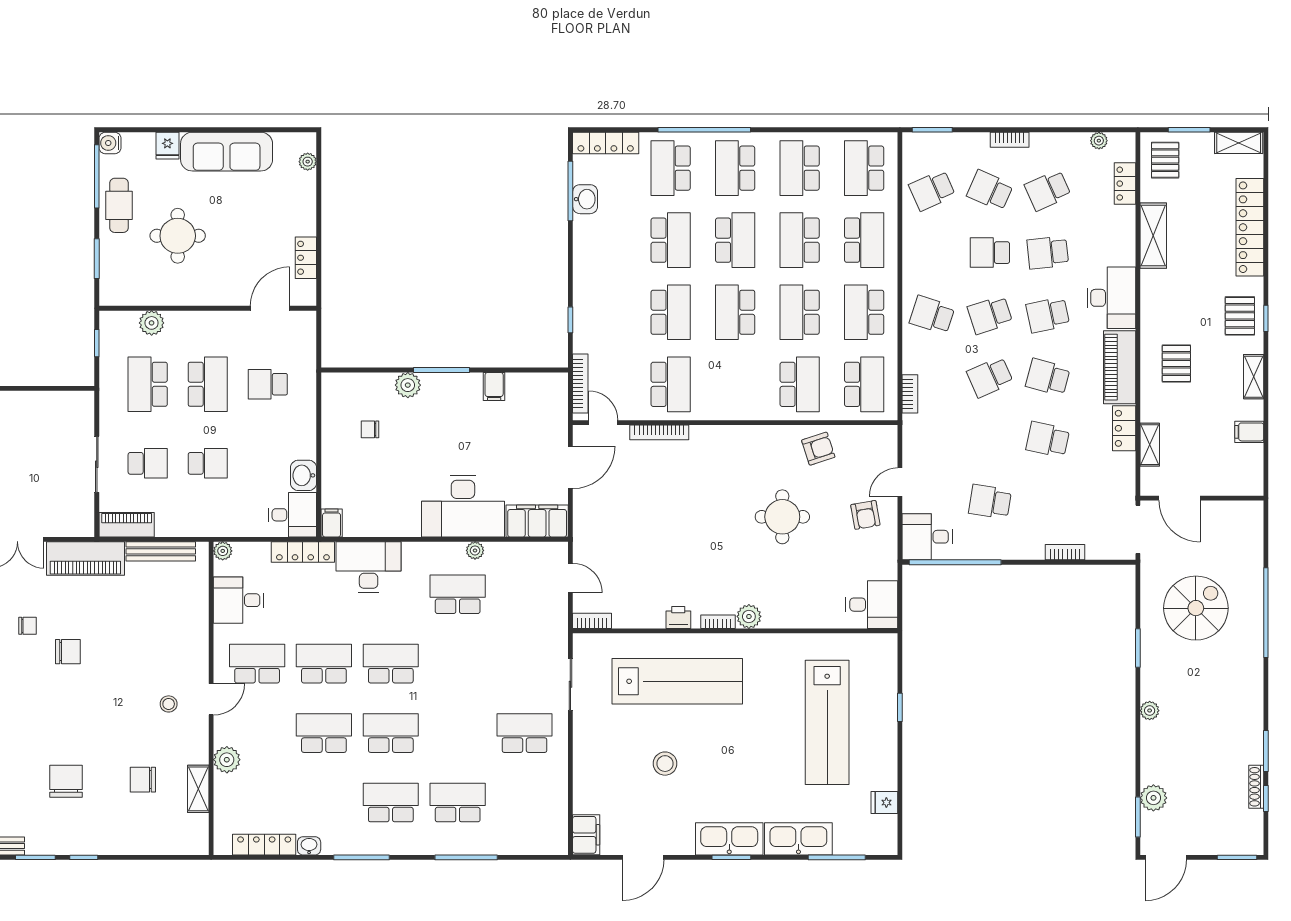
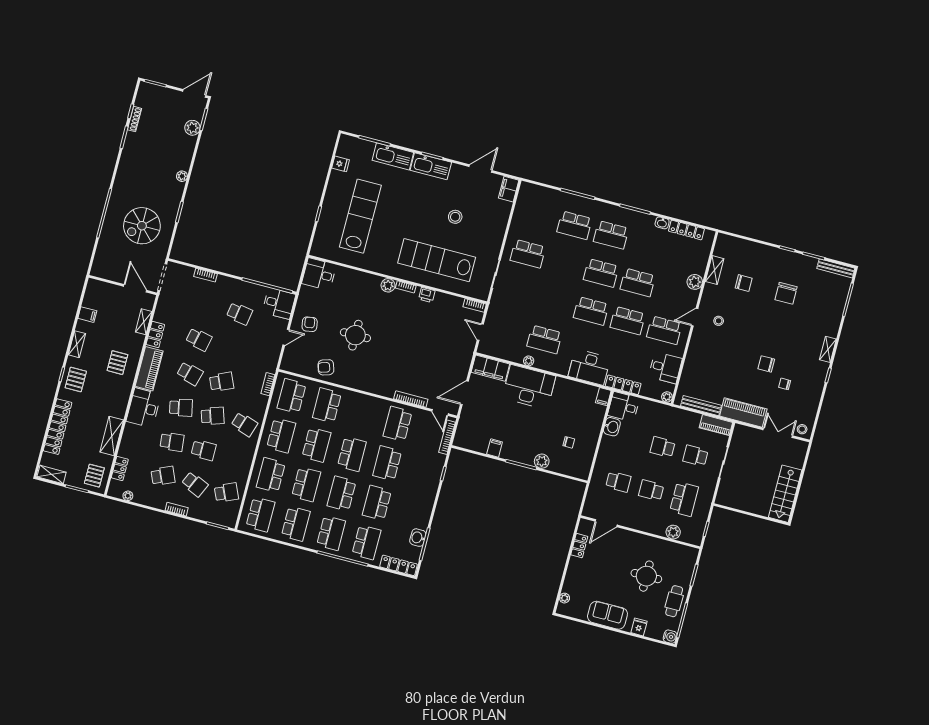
sofa: (227, 152) -> (607, 615), width x0.73
school desk: (208, 384) -> (651, 490), width x0.54

